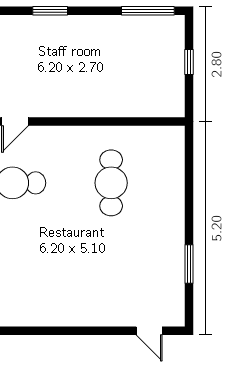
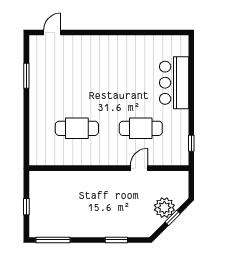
cafe table: (111, 183) -> (77, 128), turned 90
door: (149, 331) -> (52, 32), hinge flipped

